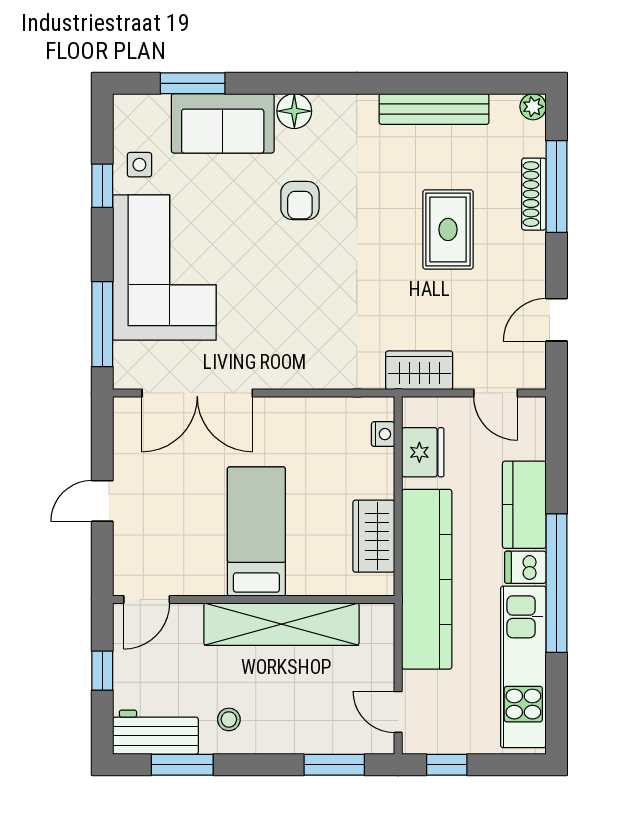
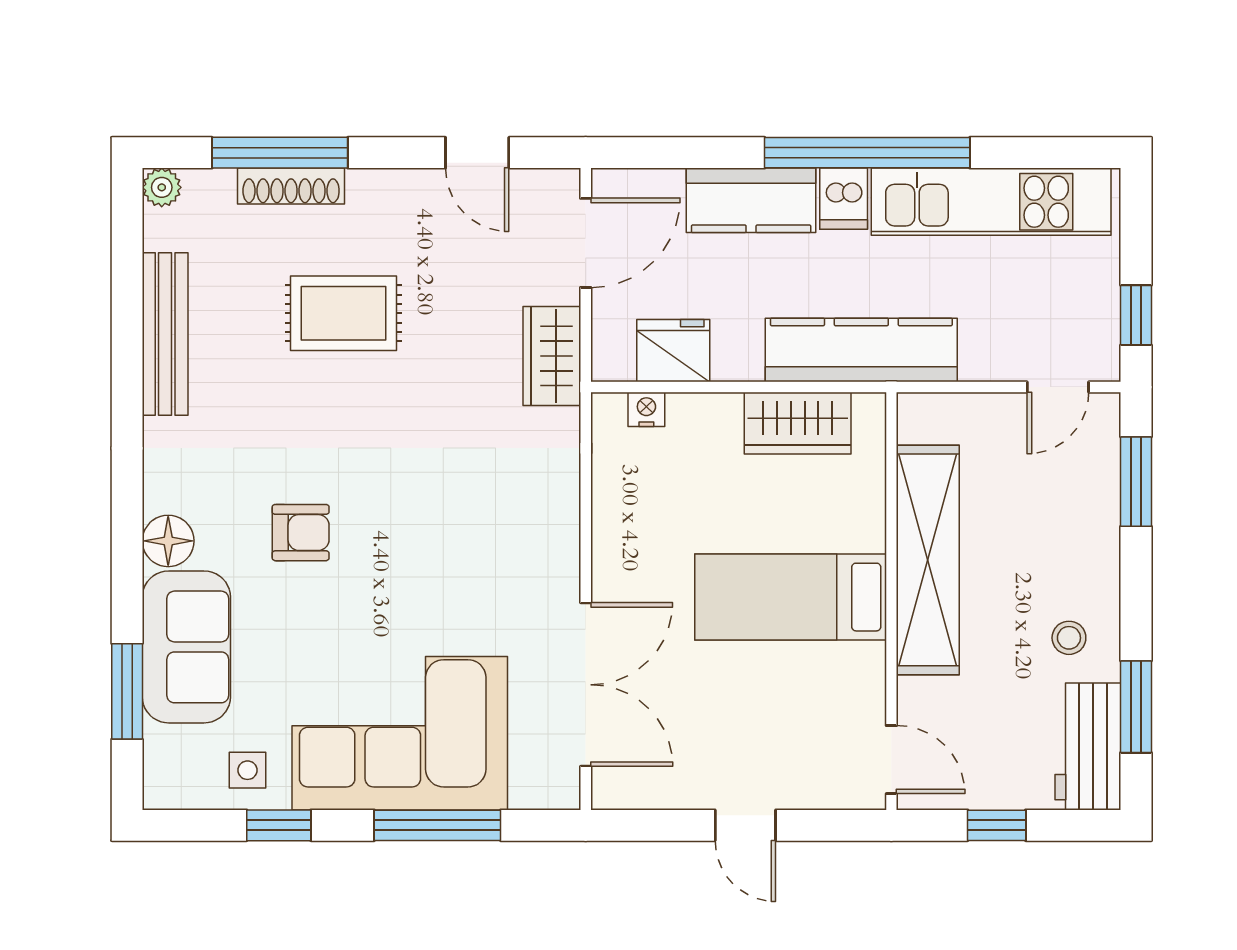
window: (102, 324) -> (437, 825), moved
door: (496, 393) -> (586, 243), width x1.38
kitchen counter: (427, 579) -> (861, 350), width x0.72, depth x0.86

